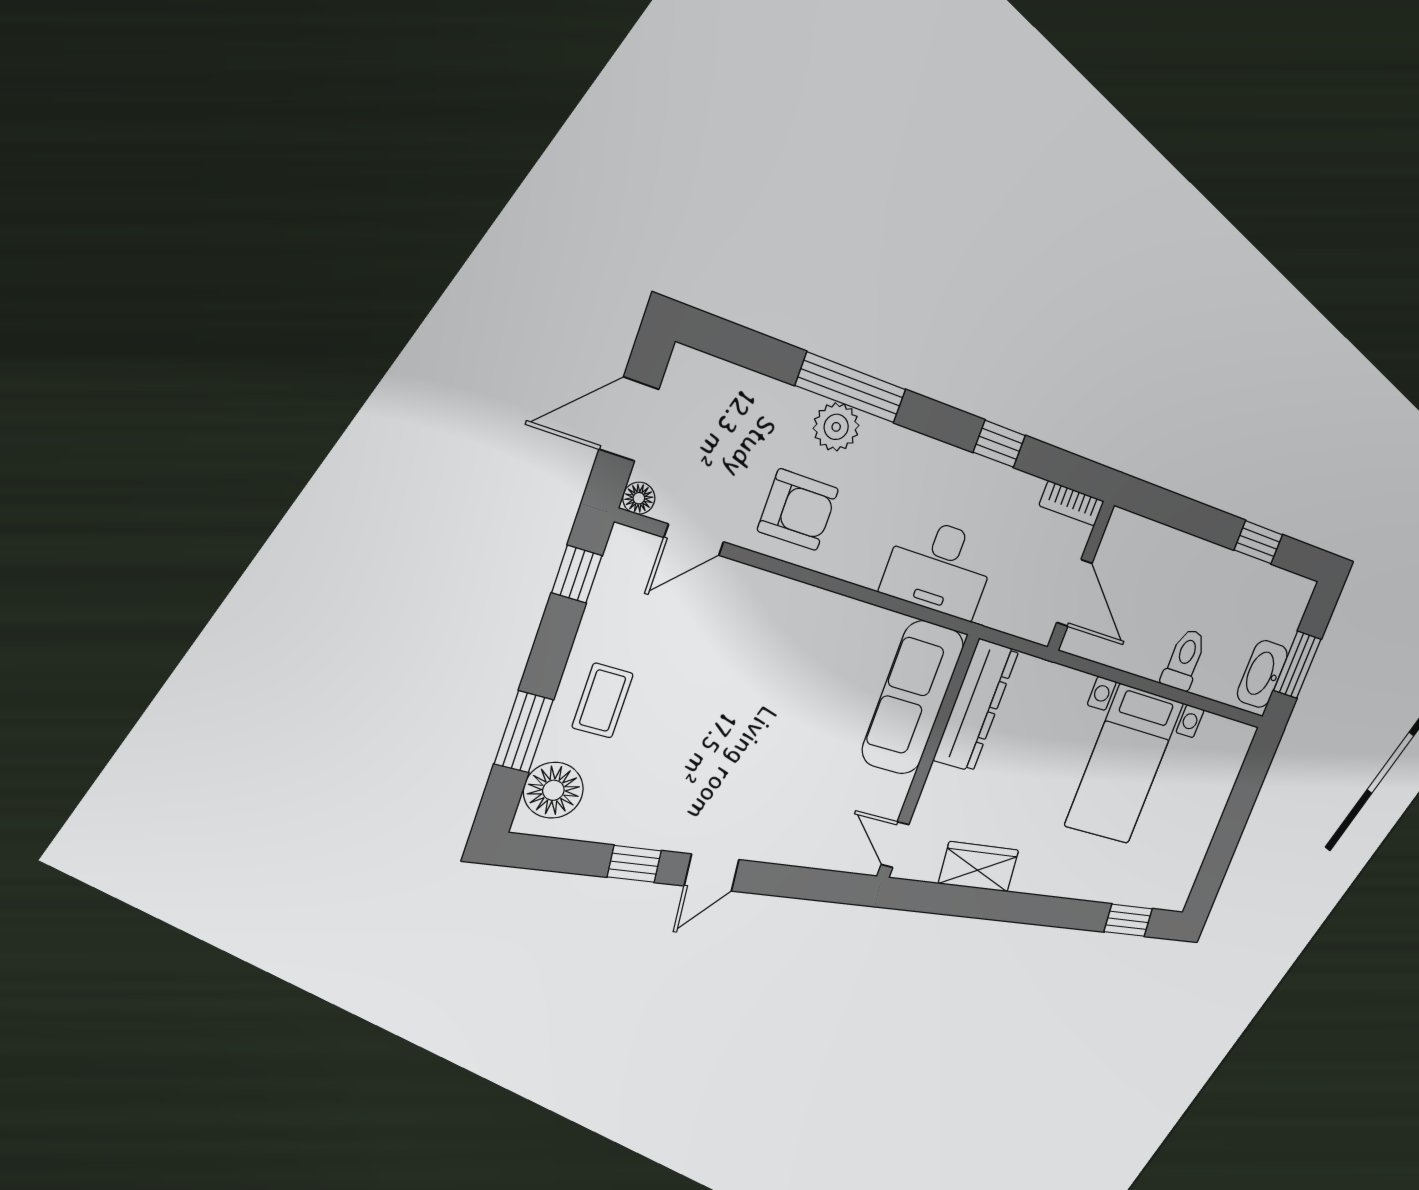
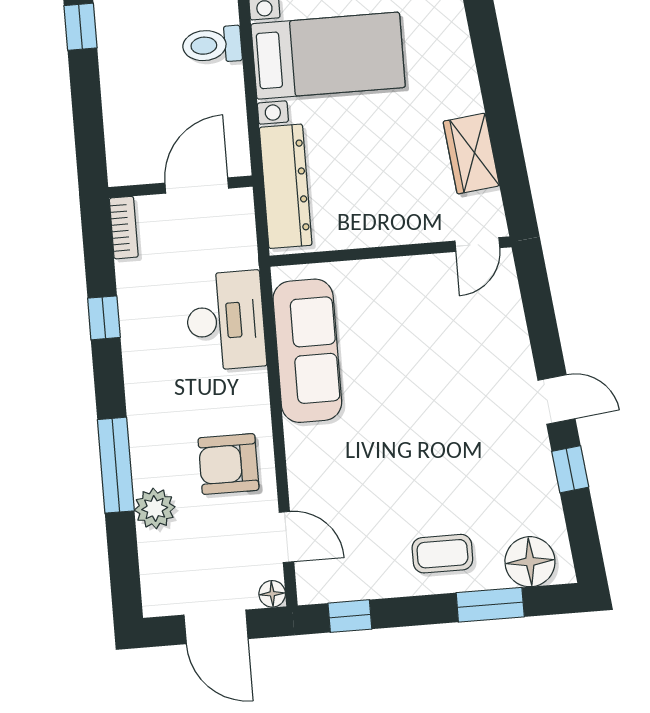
plant: (836, 427) -> (155, 508), moved
armchair: (798, 510) -> (228, 464), turned -90
sofa: (913, 698) -> (307, 351), moved, turned -90
dresser: (976, 706) -> (286, 186), moved, turned 90

